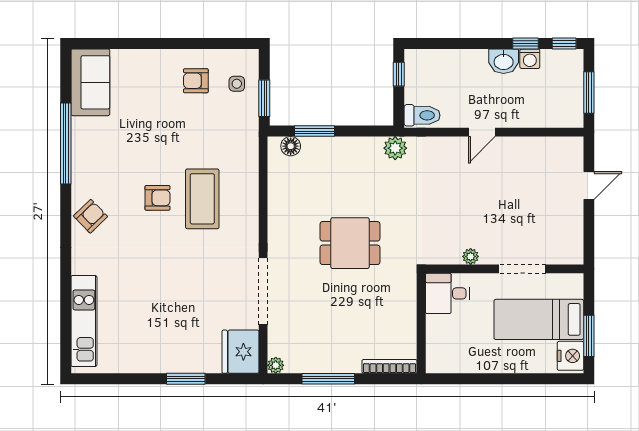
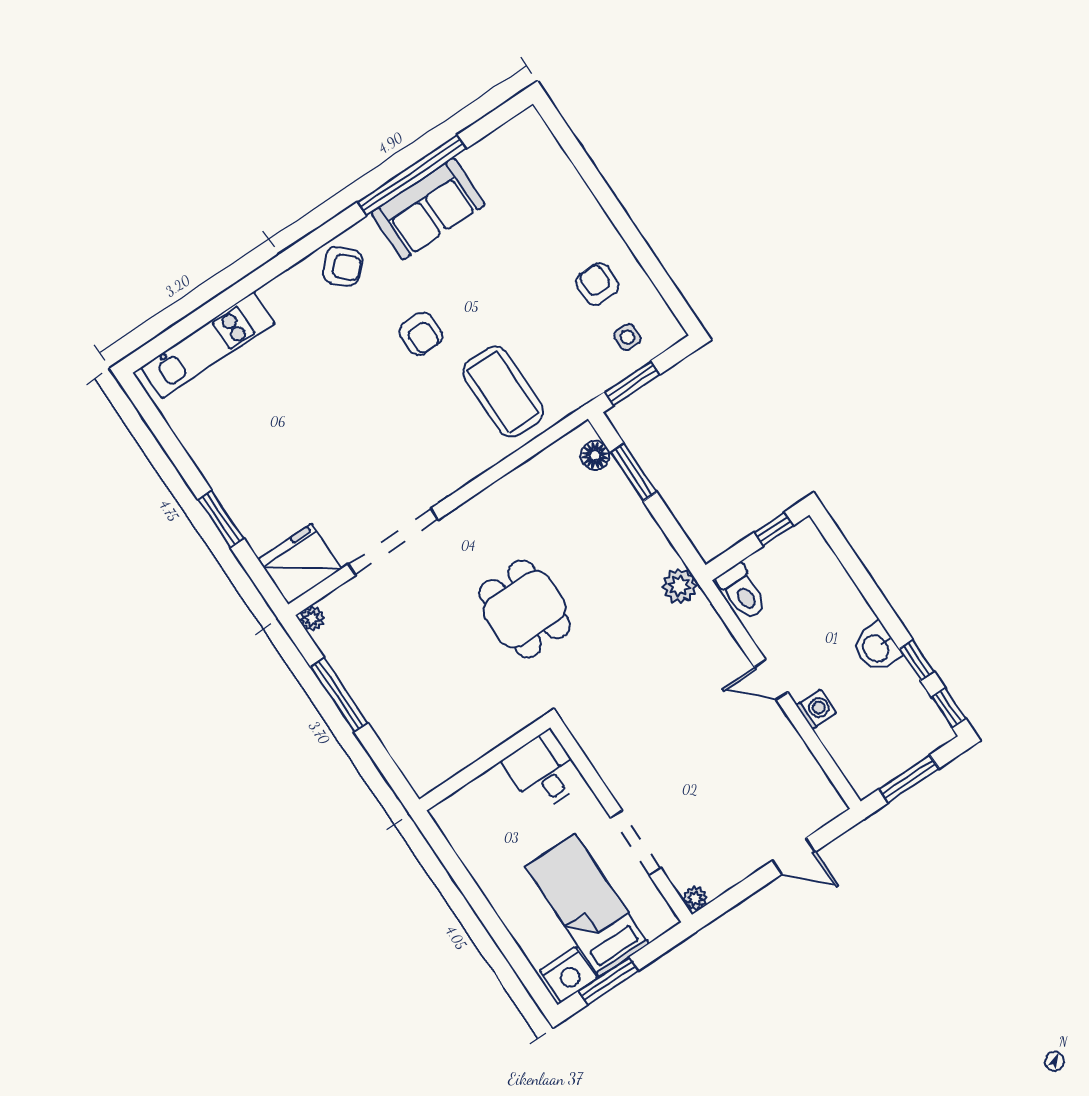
washing machine: (530, 59) -> (816, 709), moved, turned 180
sofa: (90, 82) -> (428, 209), moved
coffee table: (202, 199) -> (503, 392), moved, turned 90
plant: (471, 256) -> (695, 898), moved
bookcase: (389, 366) -> (405, 760), removed

